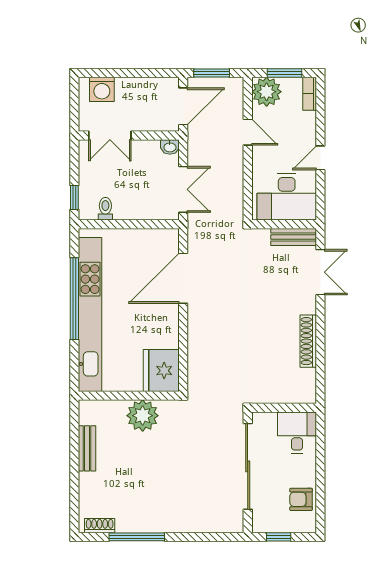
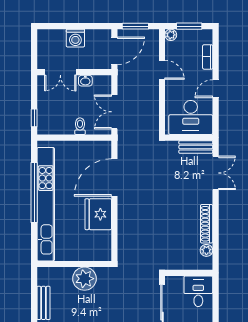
washing machine: (102, 89) -> (75, 38), moved
plant: (267, 92) -> (171, 35), width x0.53, depth x0.53
bookcase: (310, 94) -> (208, 57), moved
washbasin: (170, 147) -> (85, 81), moved
double door: (183, 189) -> (114, 112), swing flipped
toilet: (105, 209) -> (80, 126), moved
fridge: (161, 371) -> (98, 214), moved
plant: (308, 377) -> (206, 250), added

